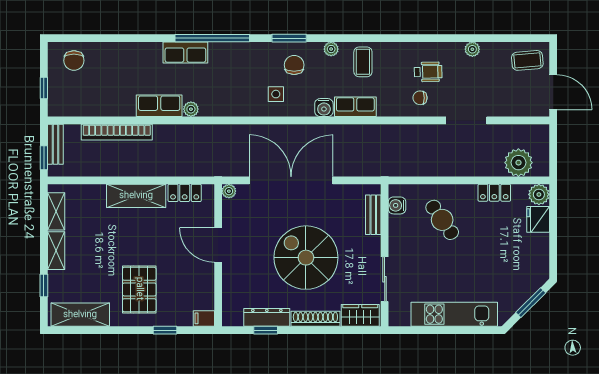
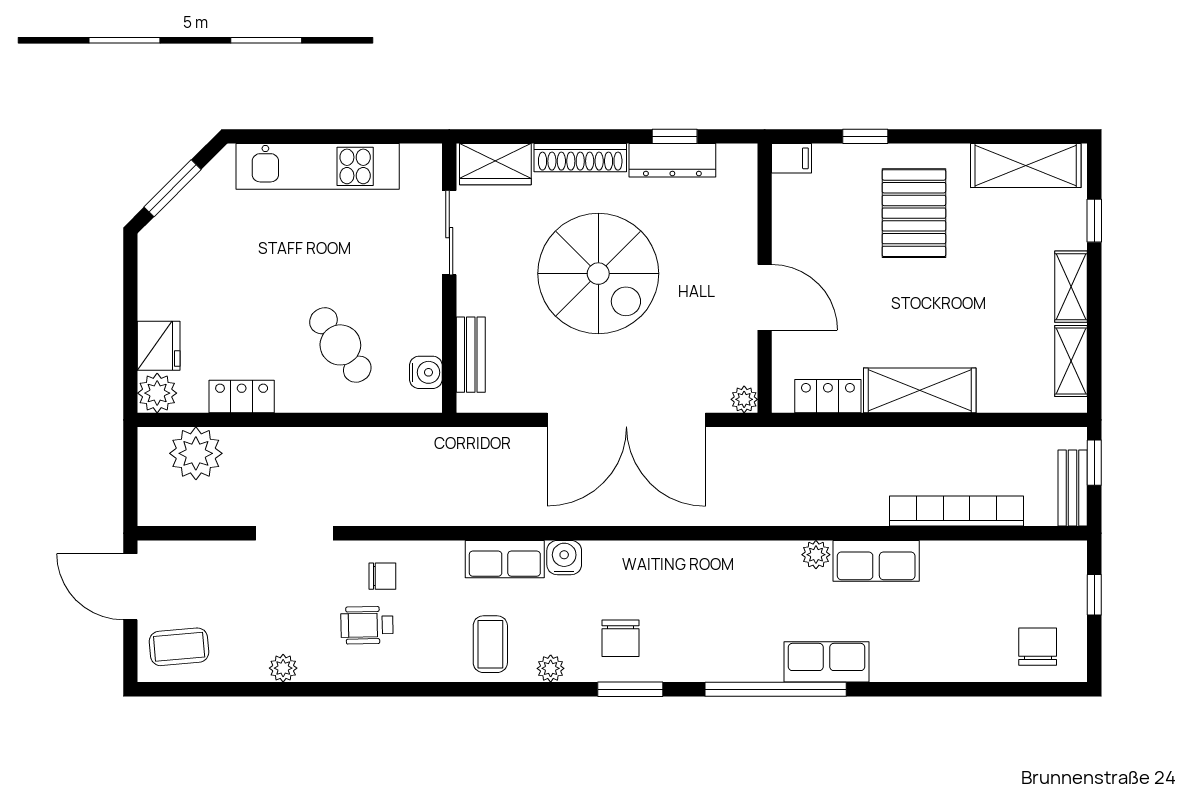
side table: (276, 94) -> (655, 583), removed

